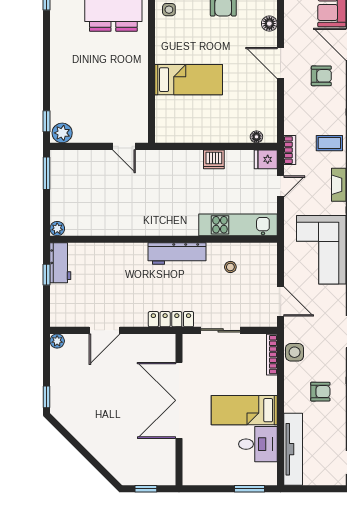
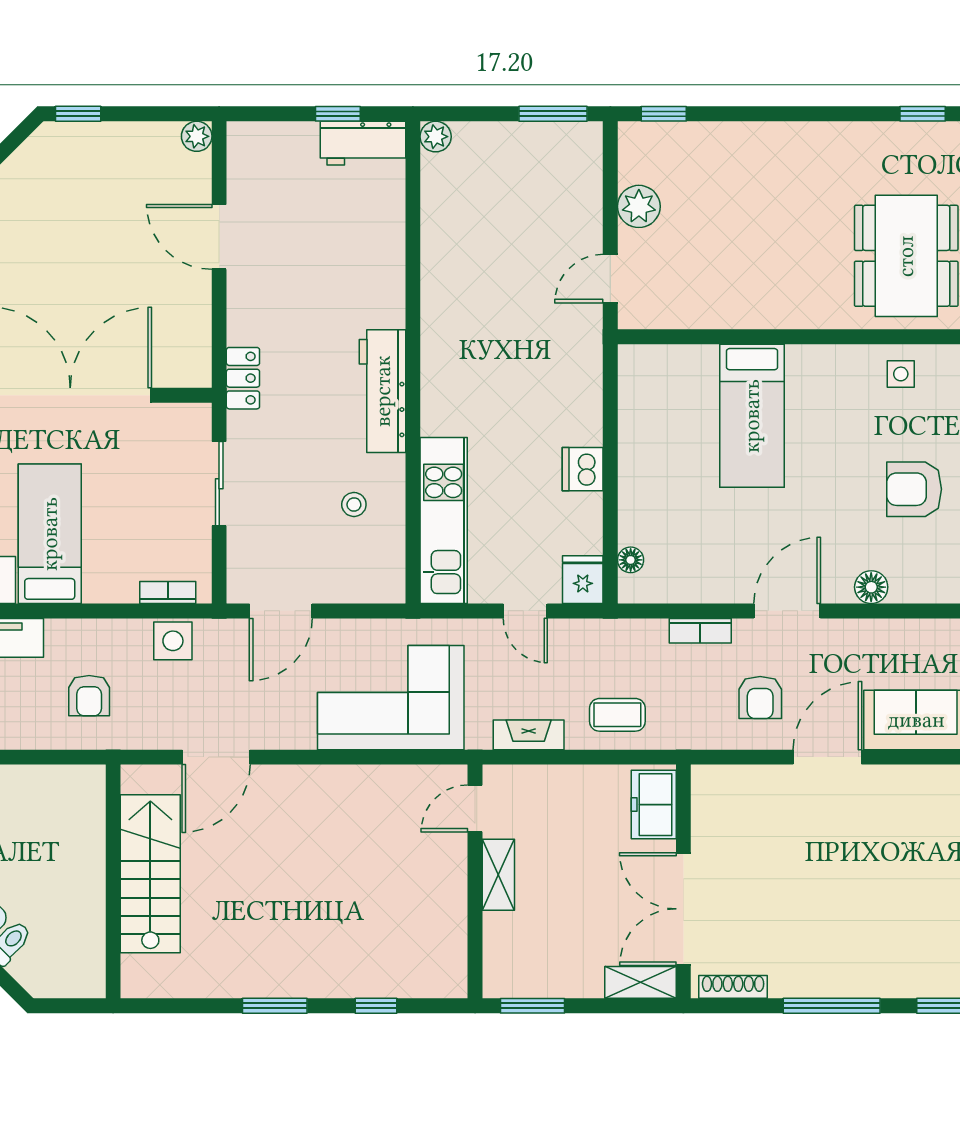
plant: (62, 133) -> (639, 206), moved
coffee table: (329, 143) -> (617, 715), turned 90
bookcase: (290, 150) -> (700, 631), moved
locker: (171, 319) -> (243, 378), width x0.66
bookcase: (272, 355) -> (168, 592), width x0.64

